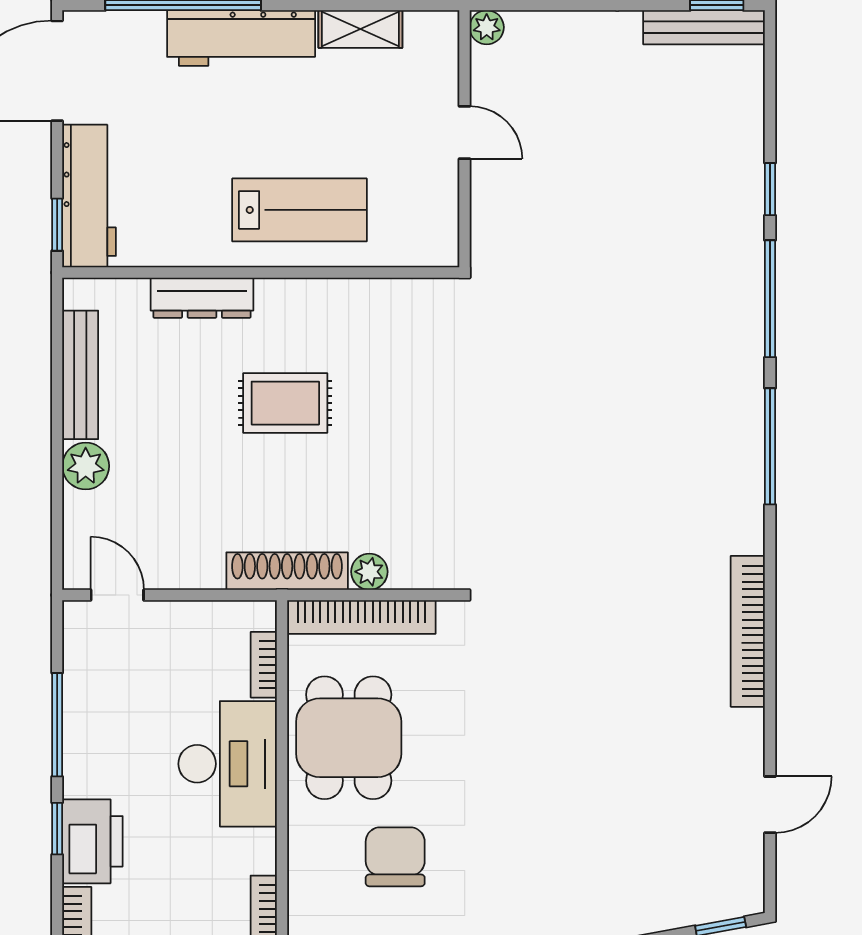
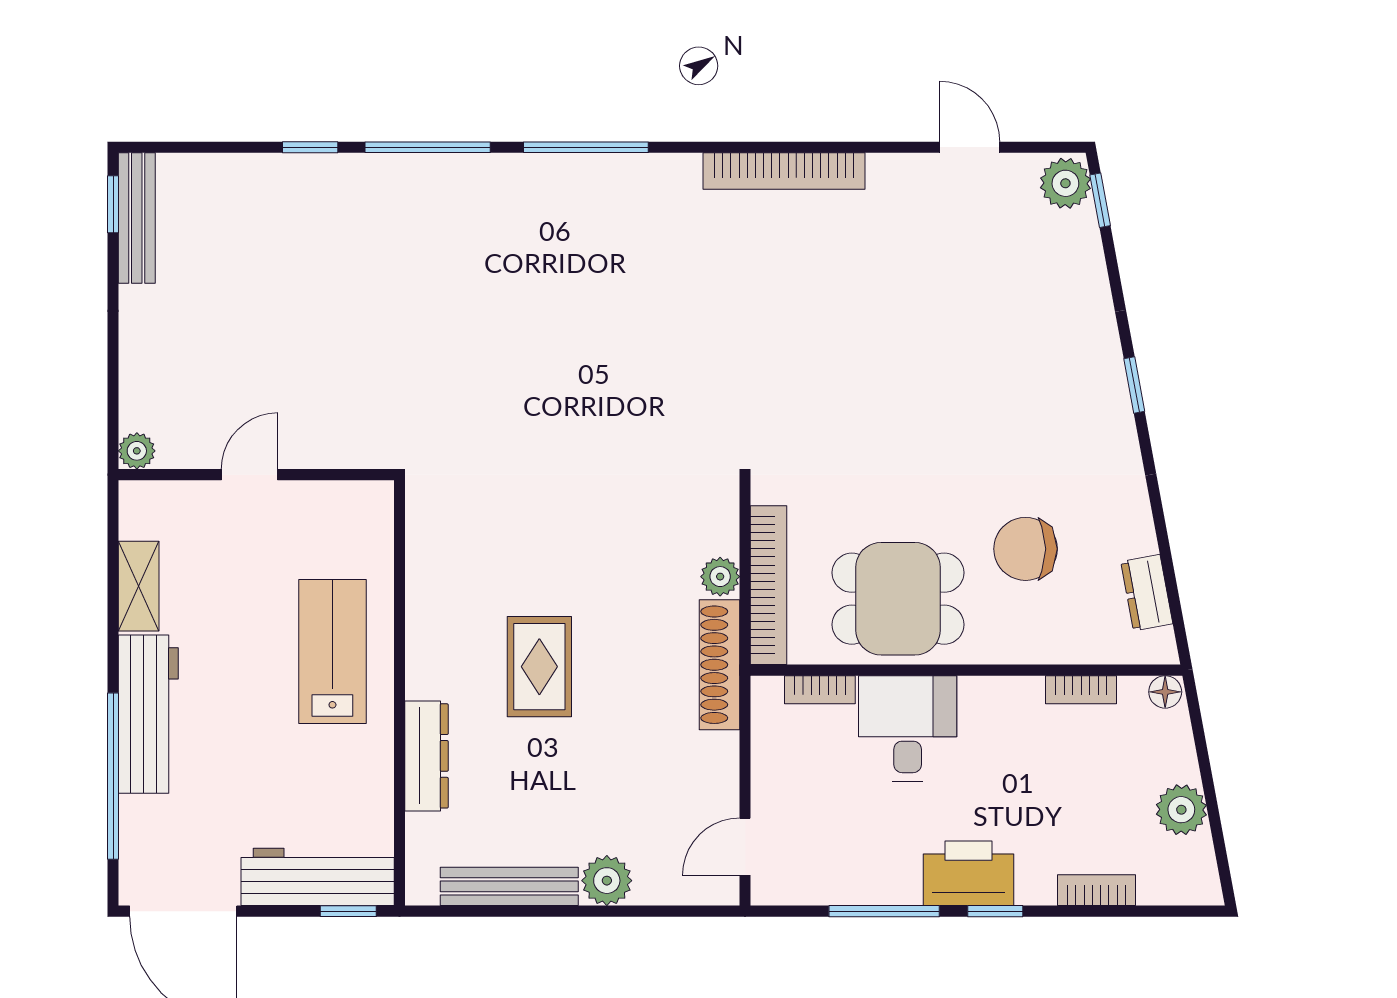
desk: (228, 764) -> (908, 728), width x0.73
printer: (92, 841) -> (968, 873), moved
plant: (736, 894) -> (1065, 183), added

